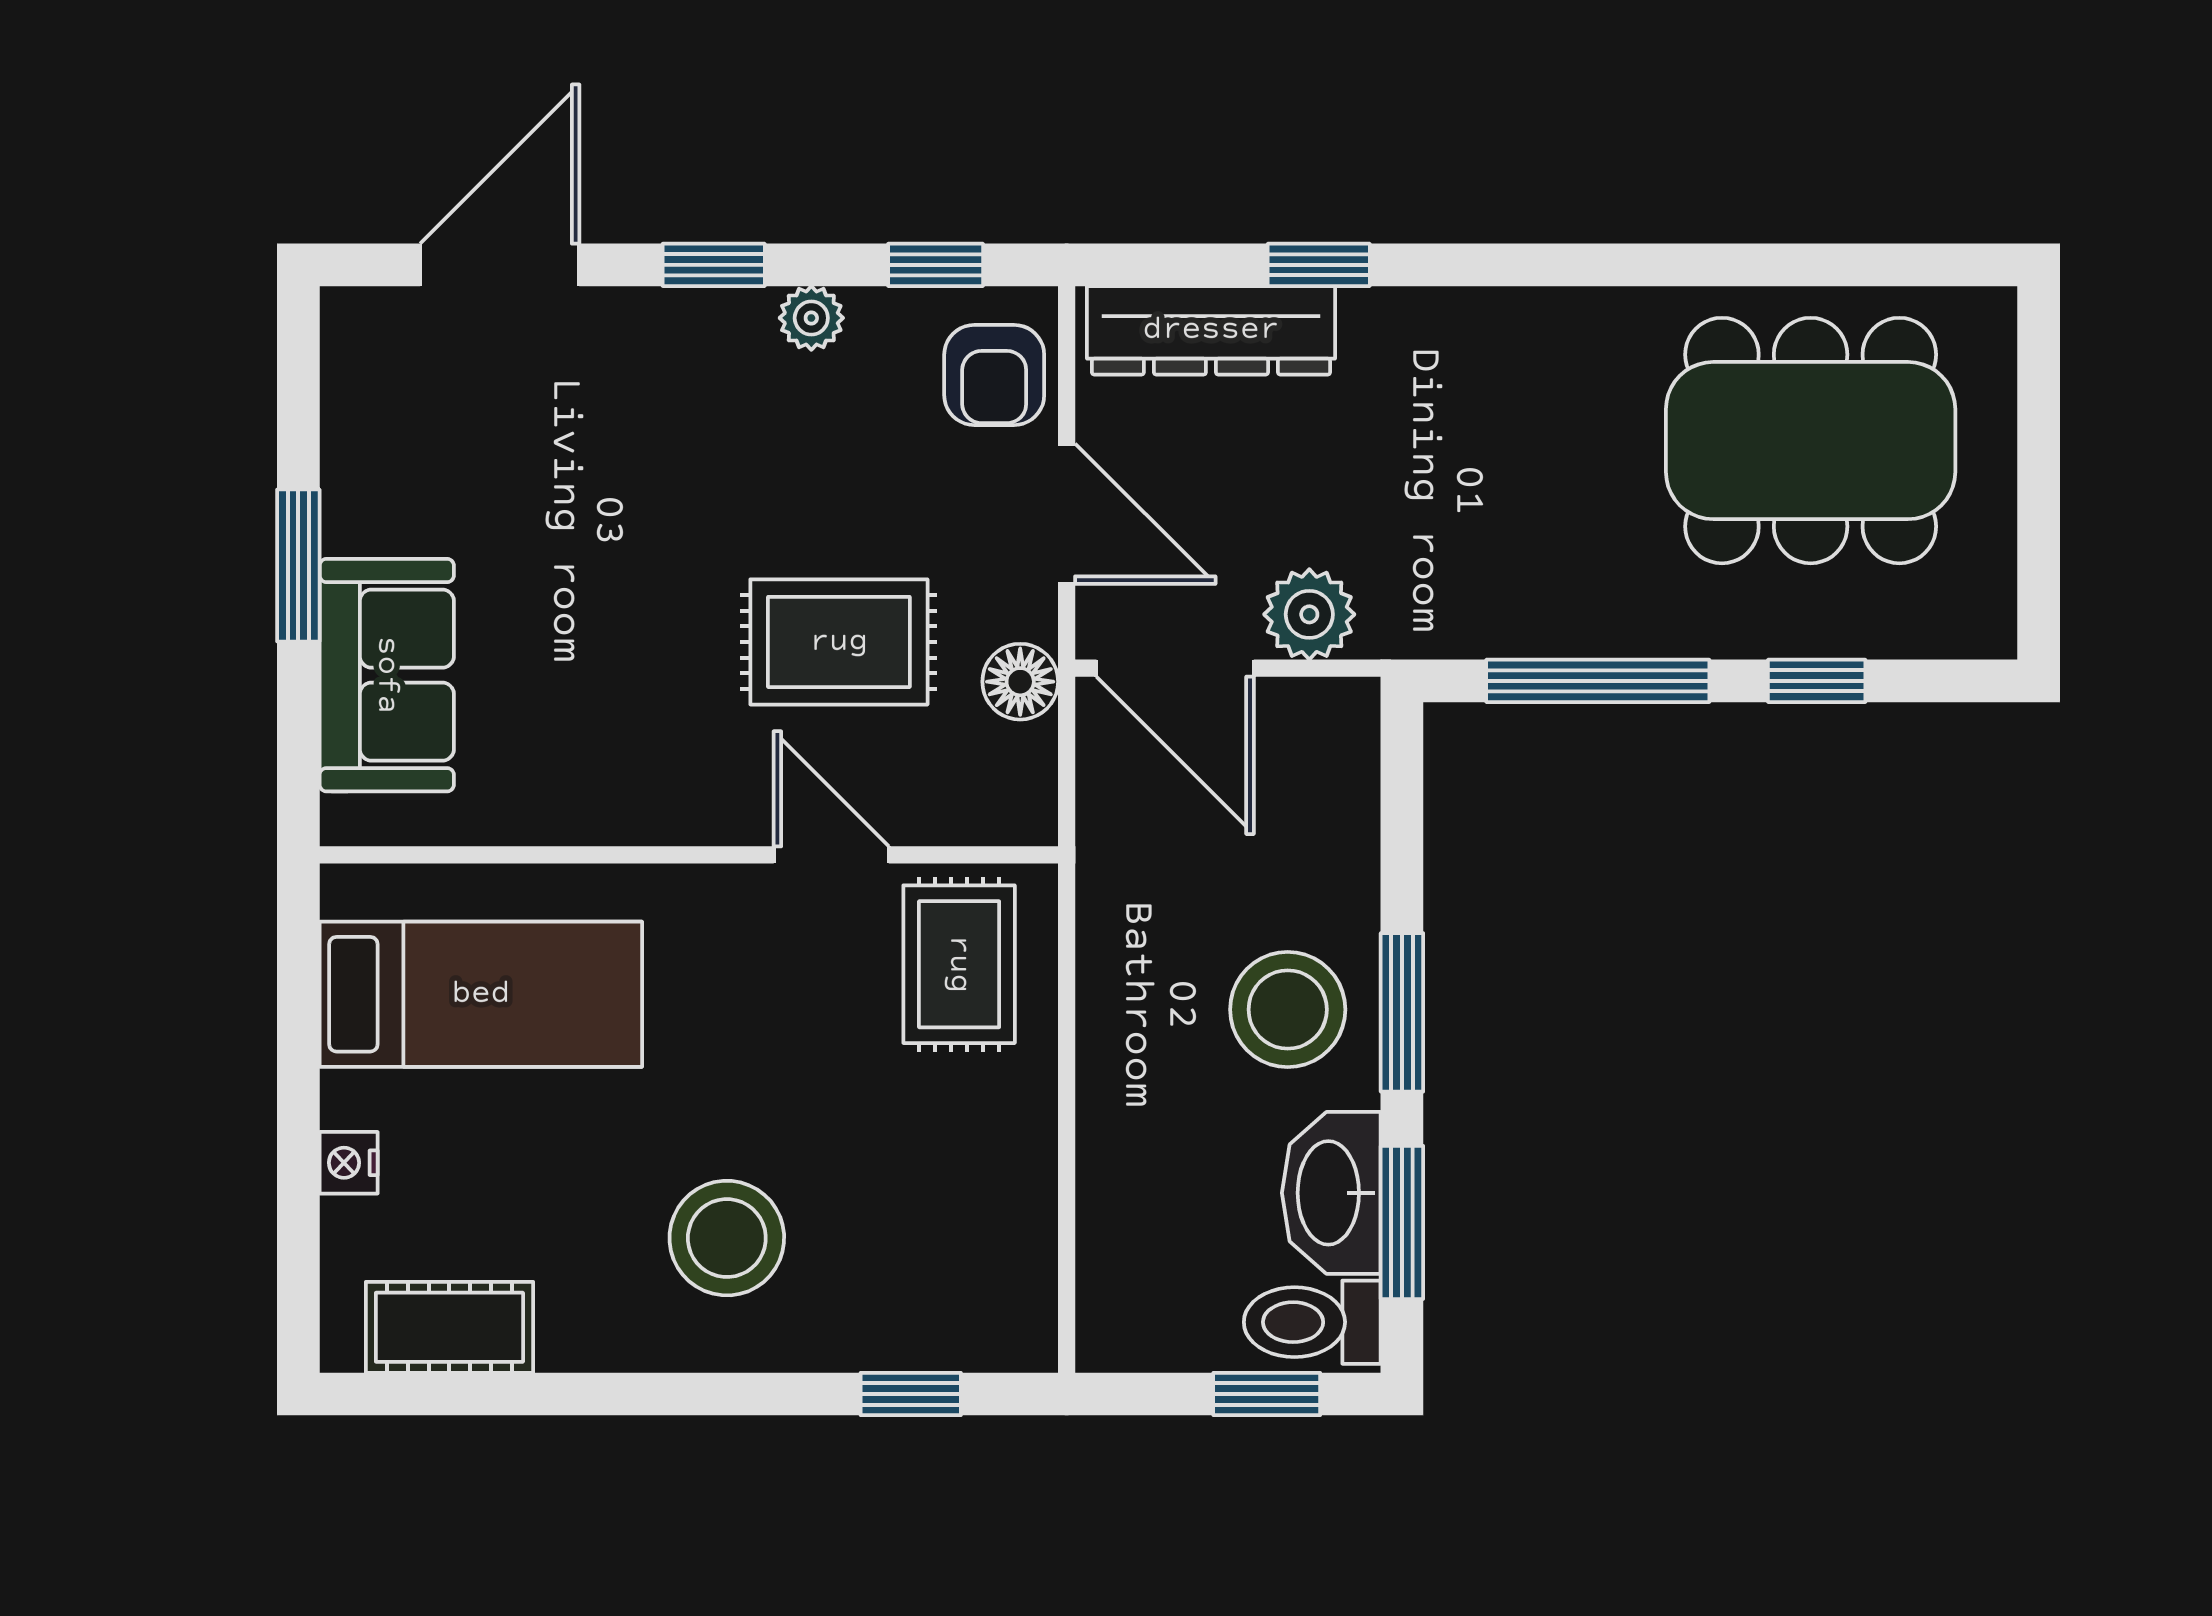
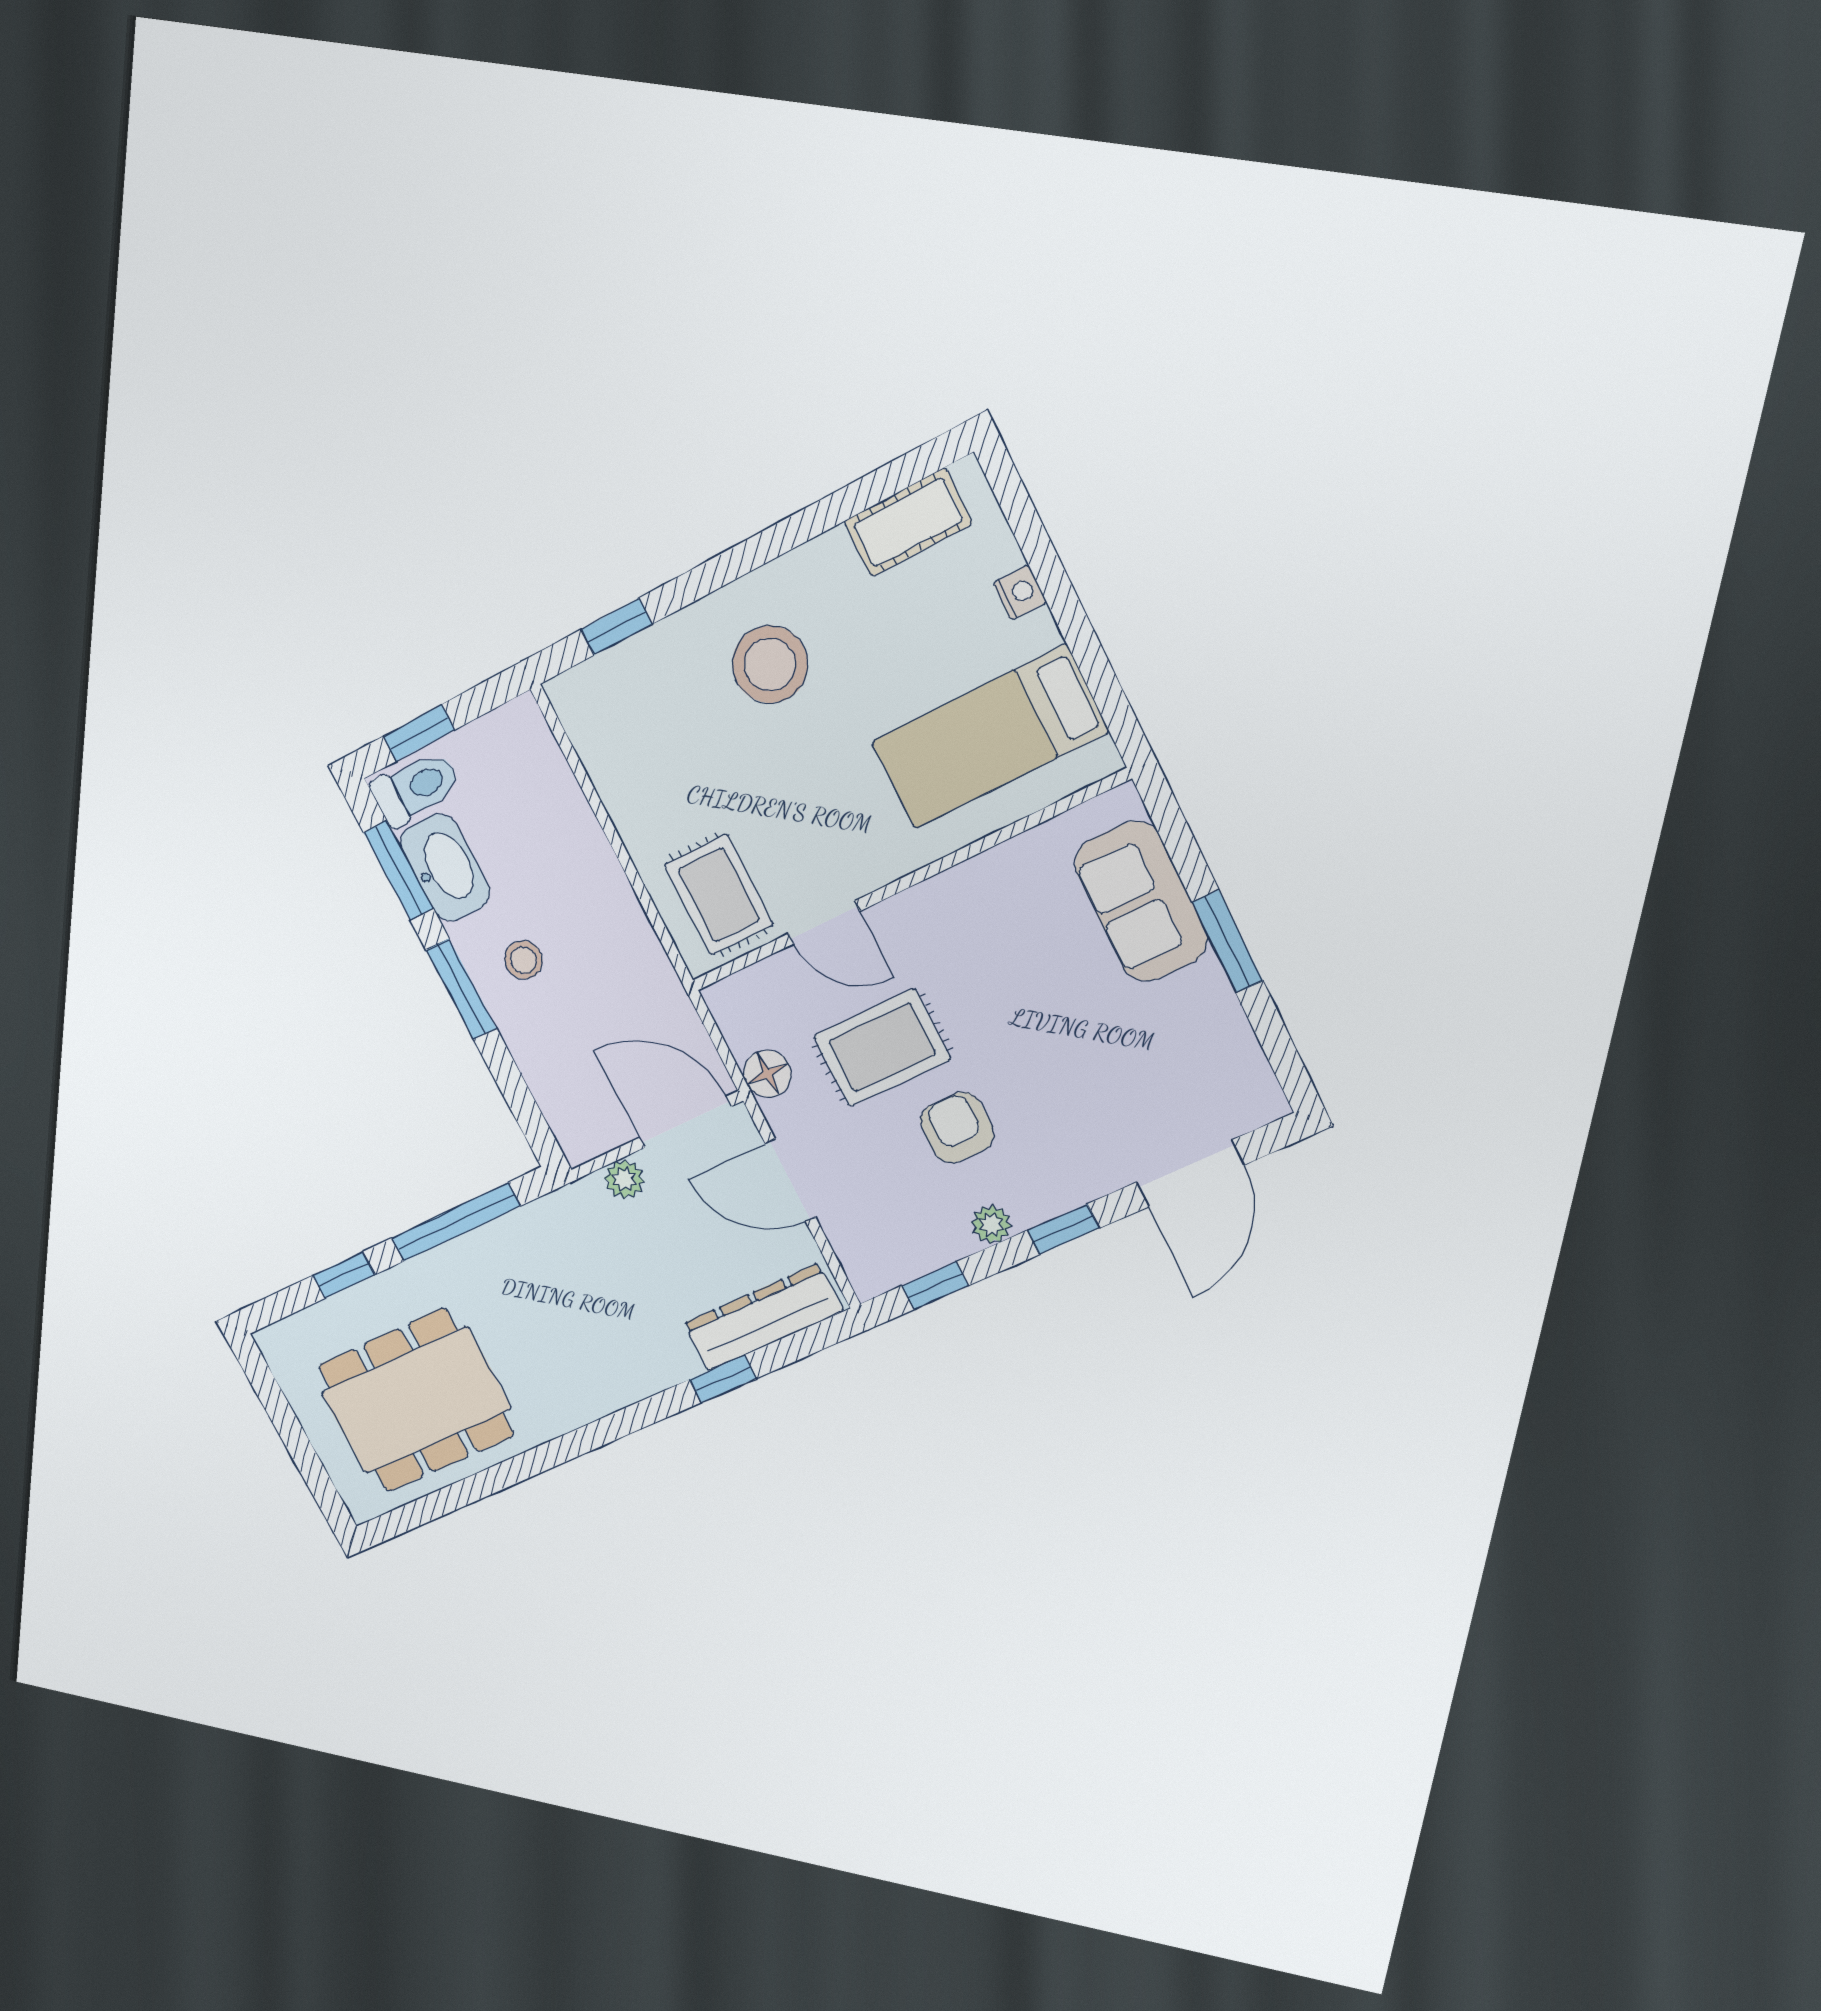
armchair: (994, 375) -> (957, 1128), moved
plant: (1309, 614) -> (624, 1179), width x0.73, depth x0.73
stool: (1288, 1010) -> (523, 960), width x0.53, depth x0.53

